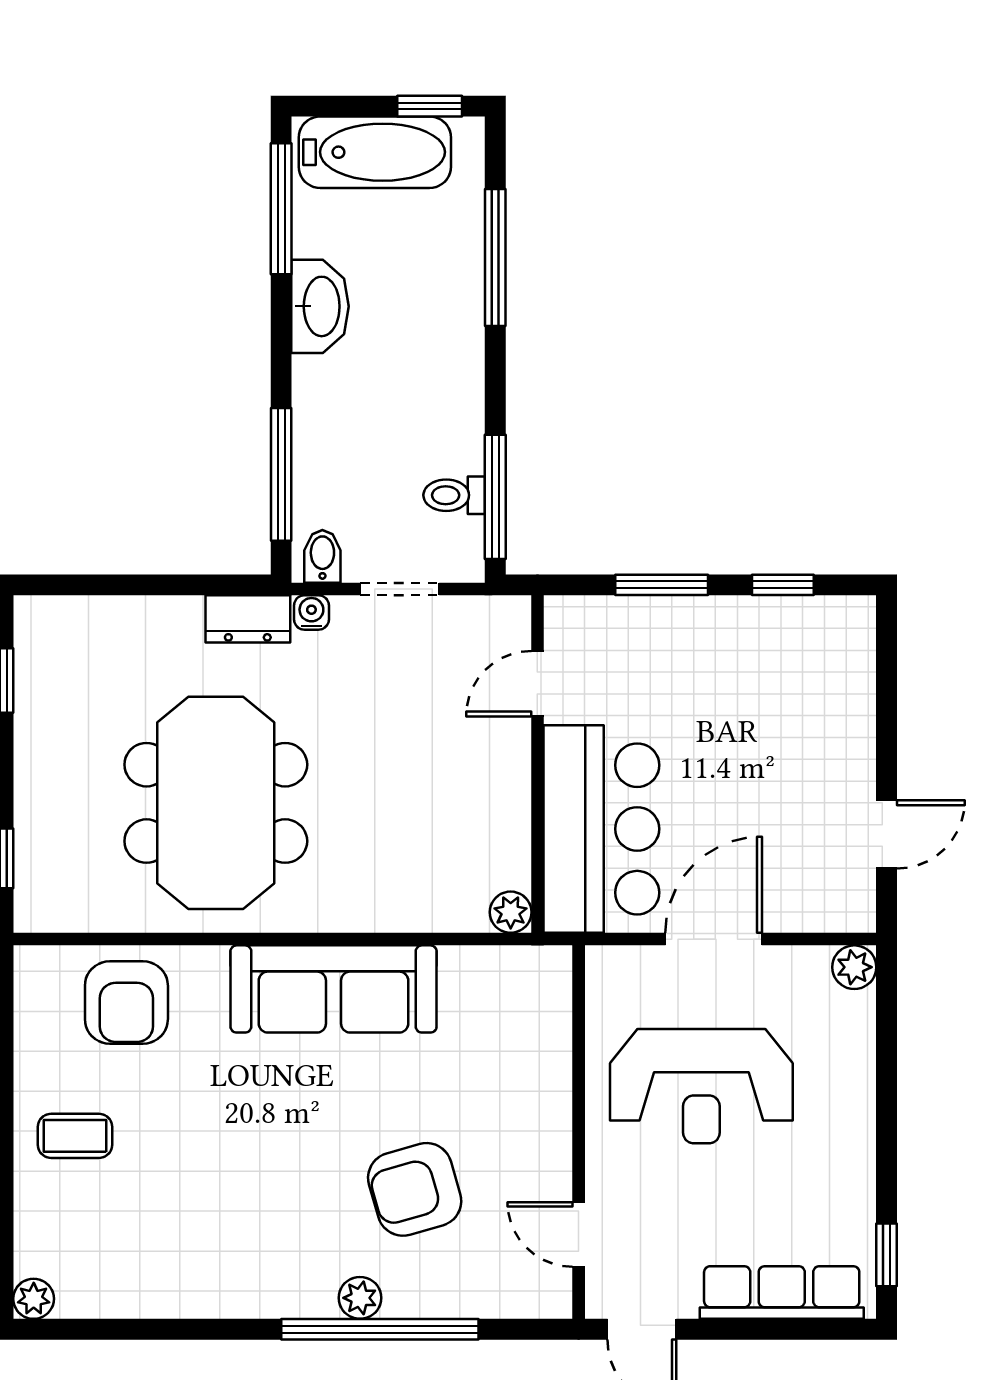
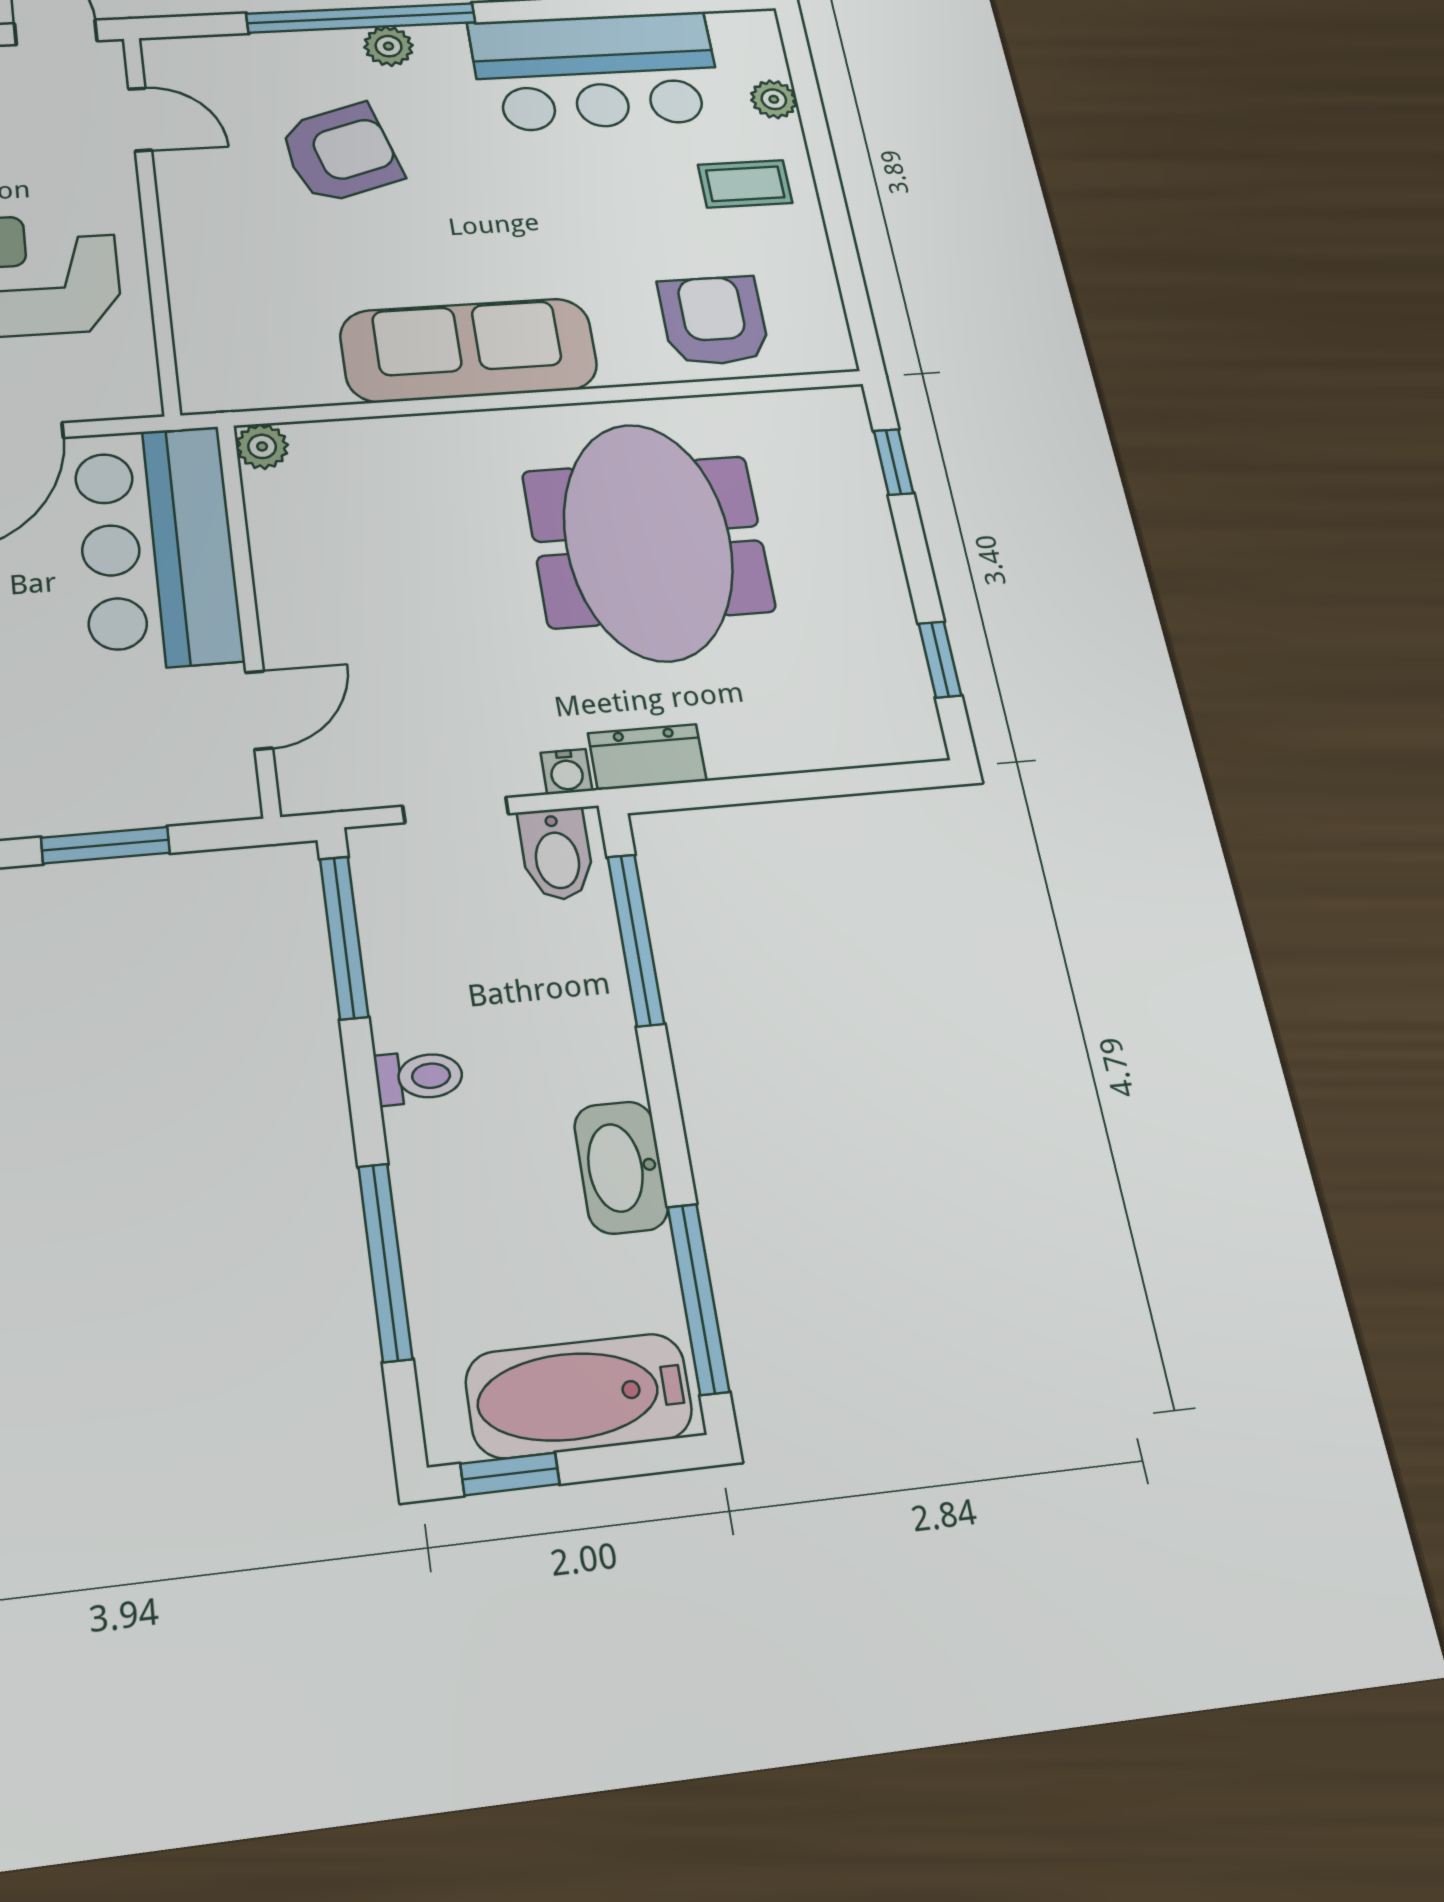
toilet: (454, 495) -> (419, 1077), moved
bidet: (322, 556) -> (556, 854), width x1.38, depth x1.36
bar counter: (184, 1261) -> (596, 71), added
plant: (34, 1299) -> (774, 99), moved

